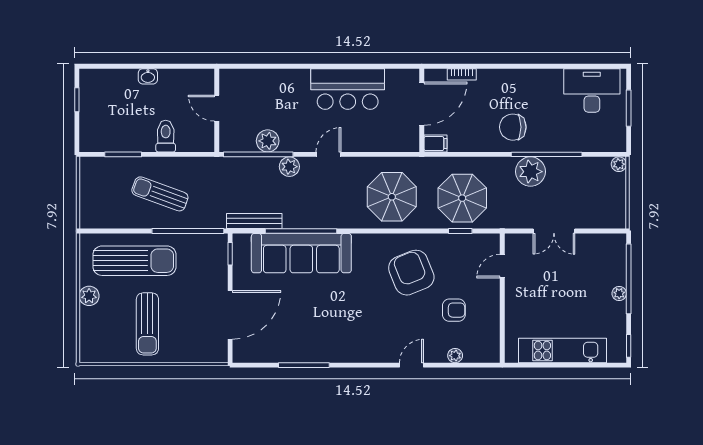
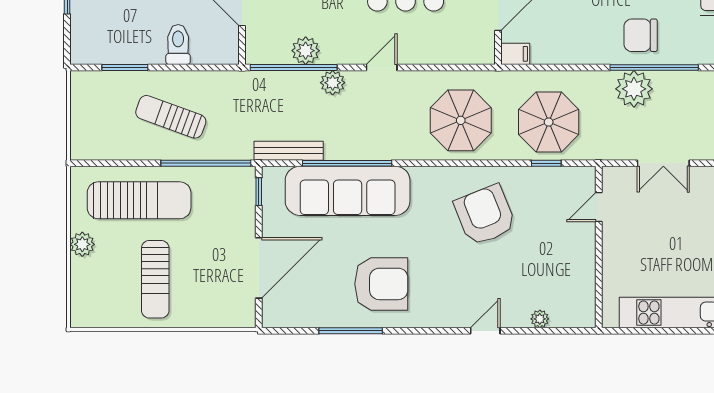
chair: (513, 127) -> (641, 35), moved
armchair: (454, 310) -> (381, 284), moved, width x1.88, depth x1.88

